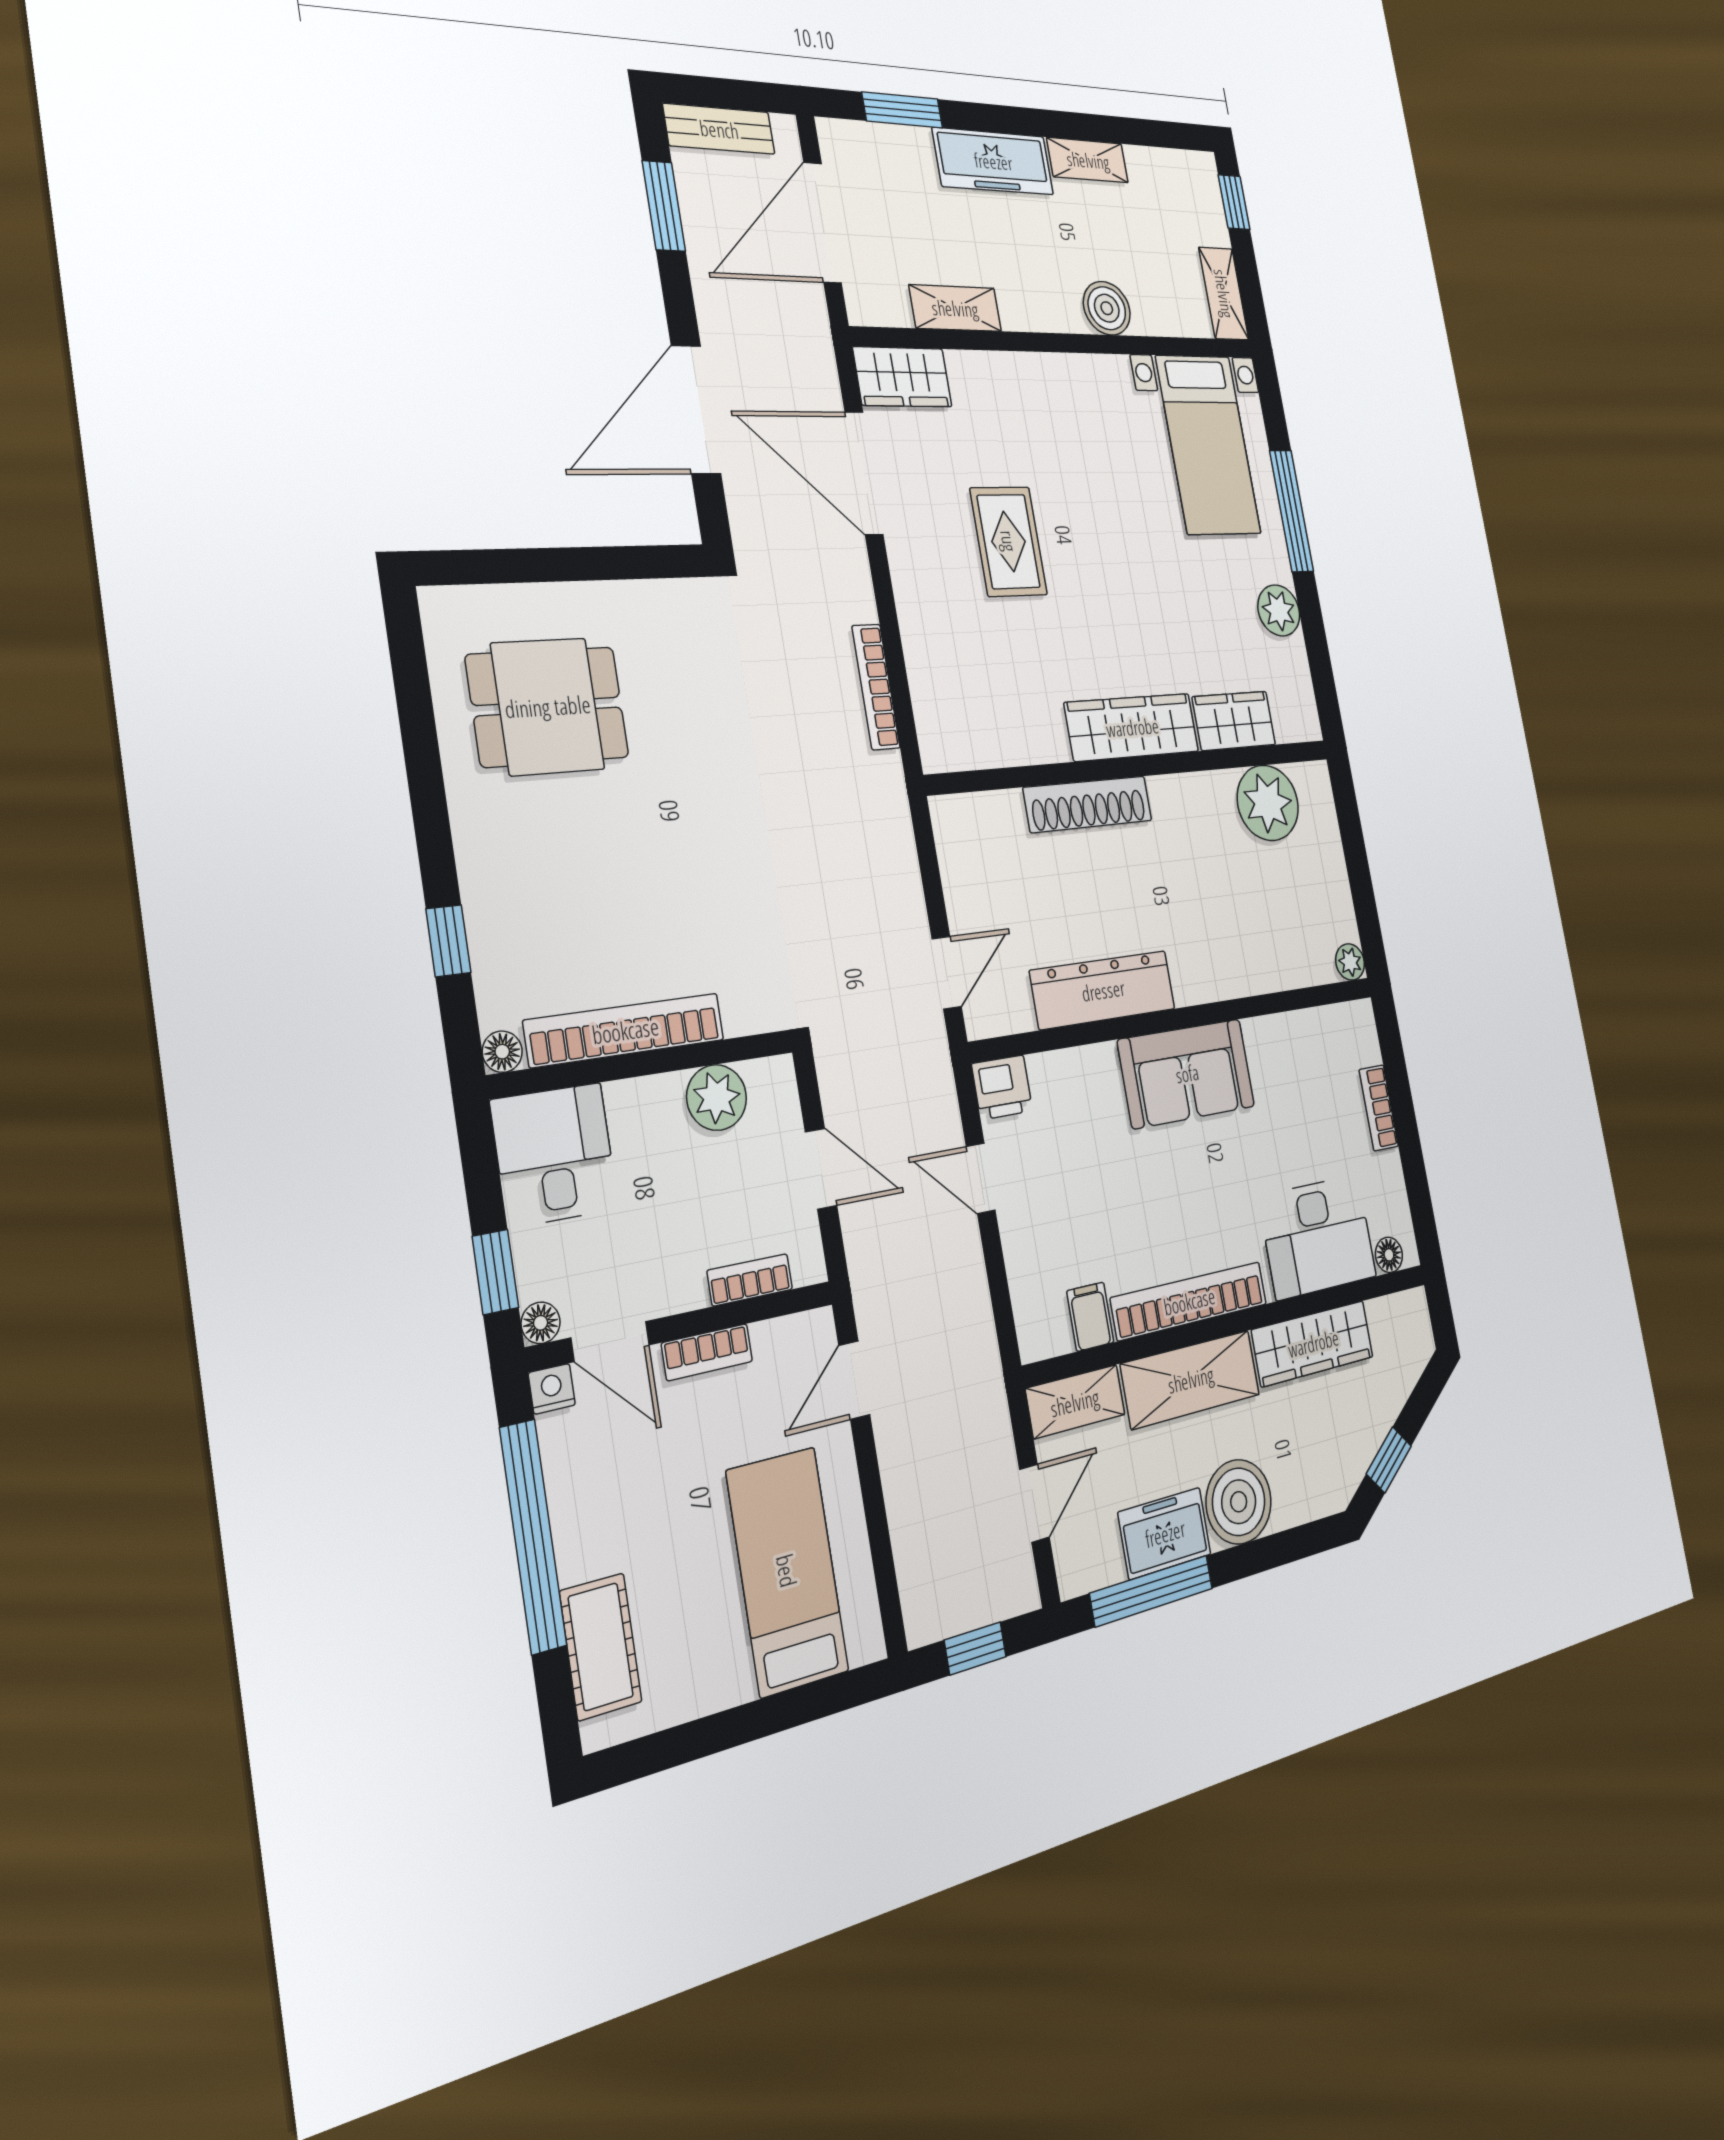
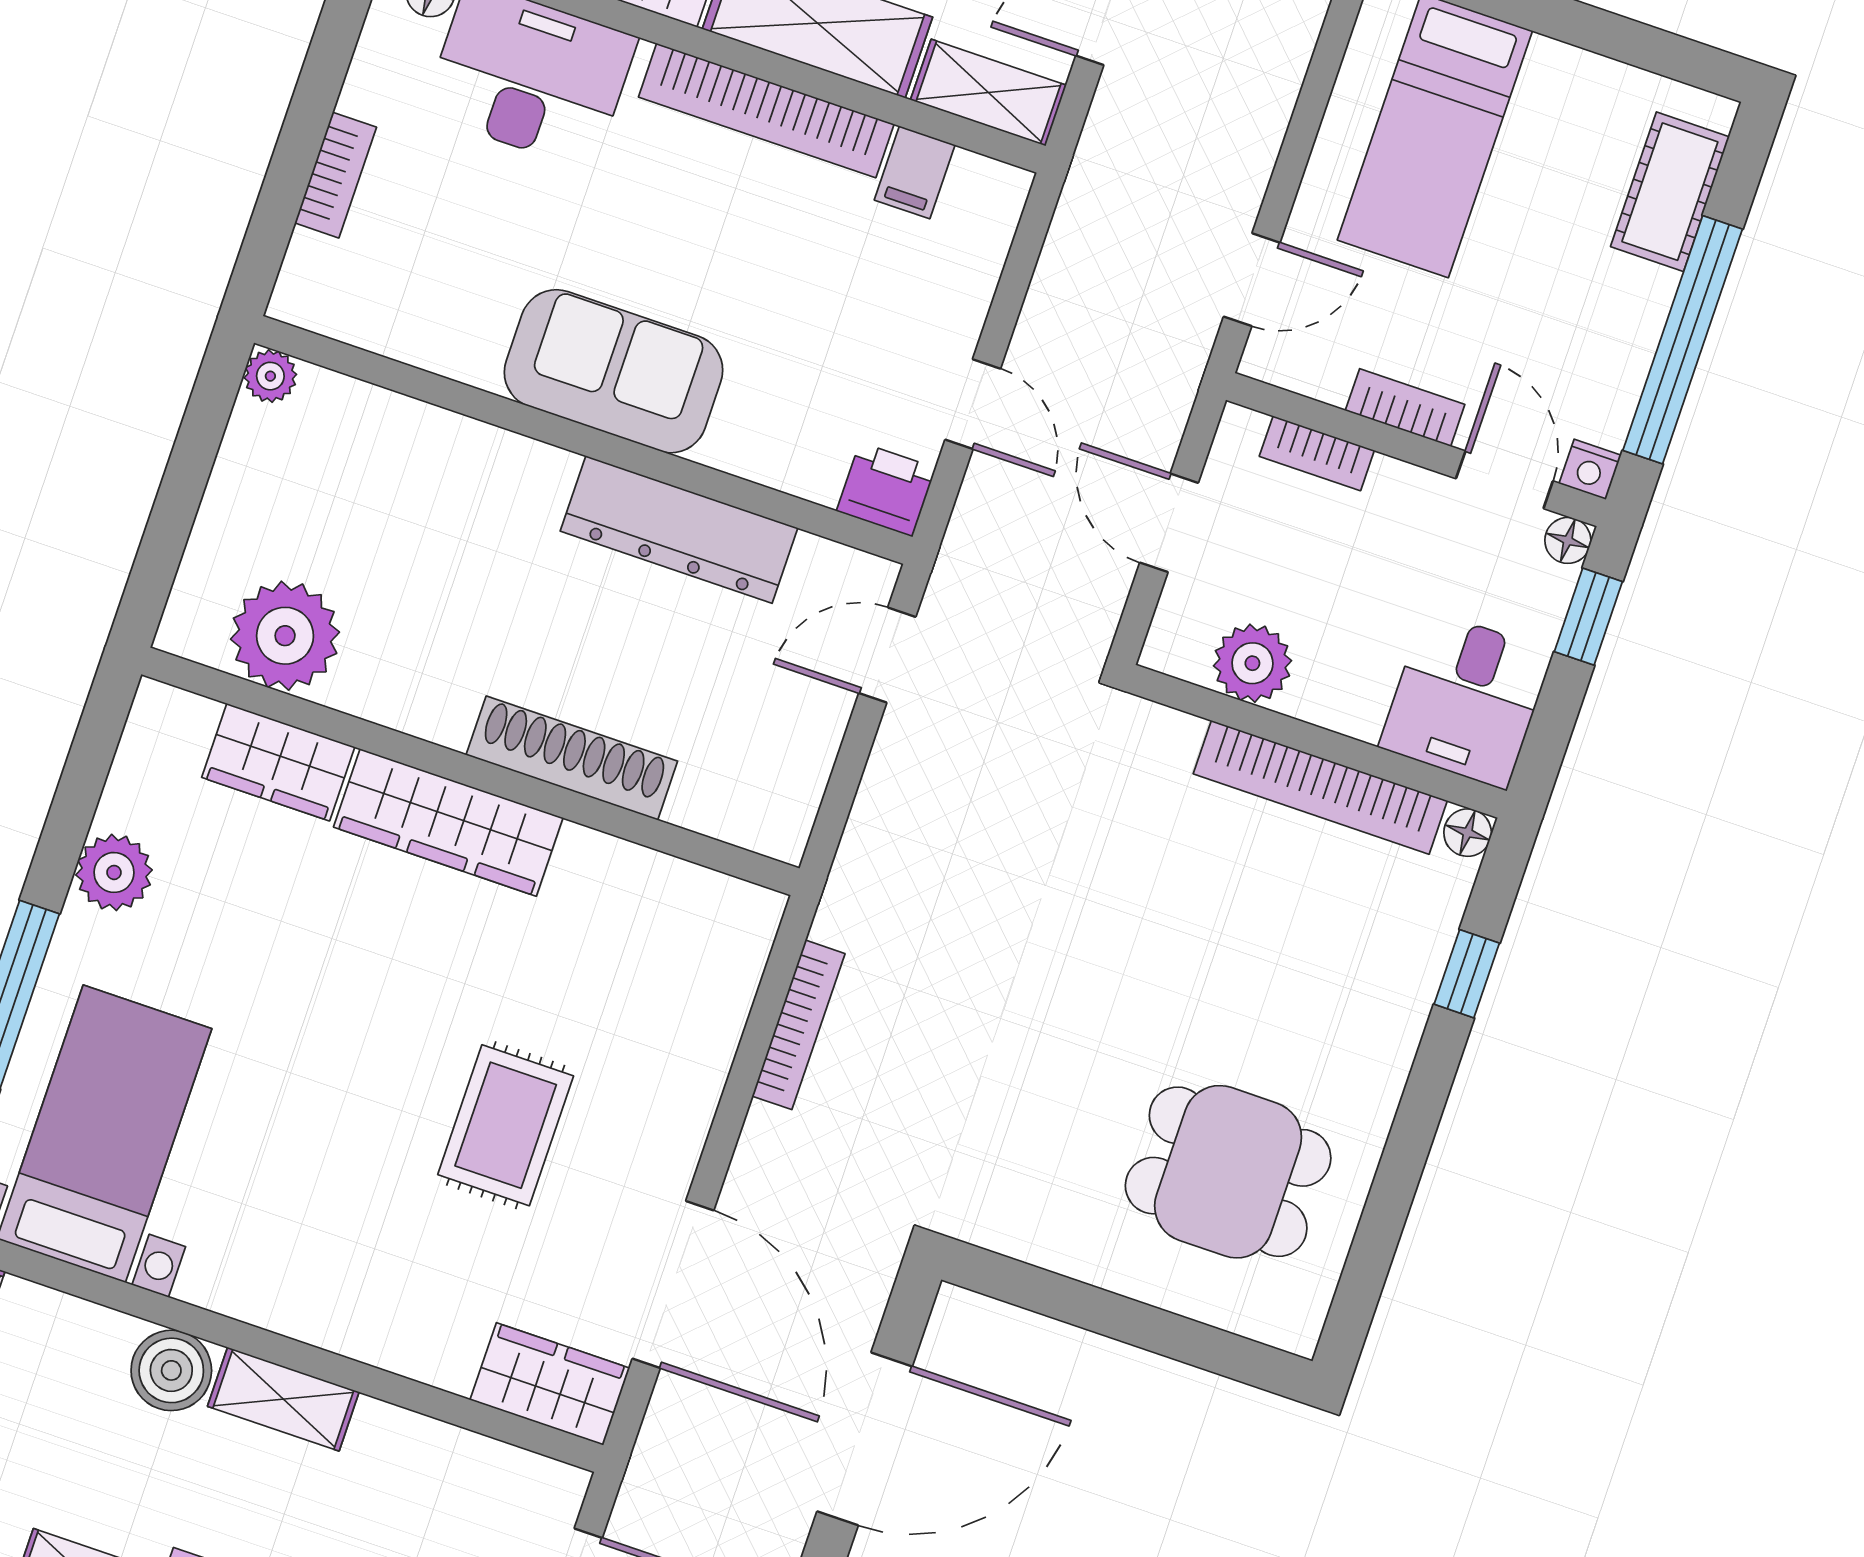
shelving: (955, 308) -> (283, 1399), moved

